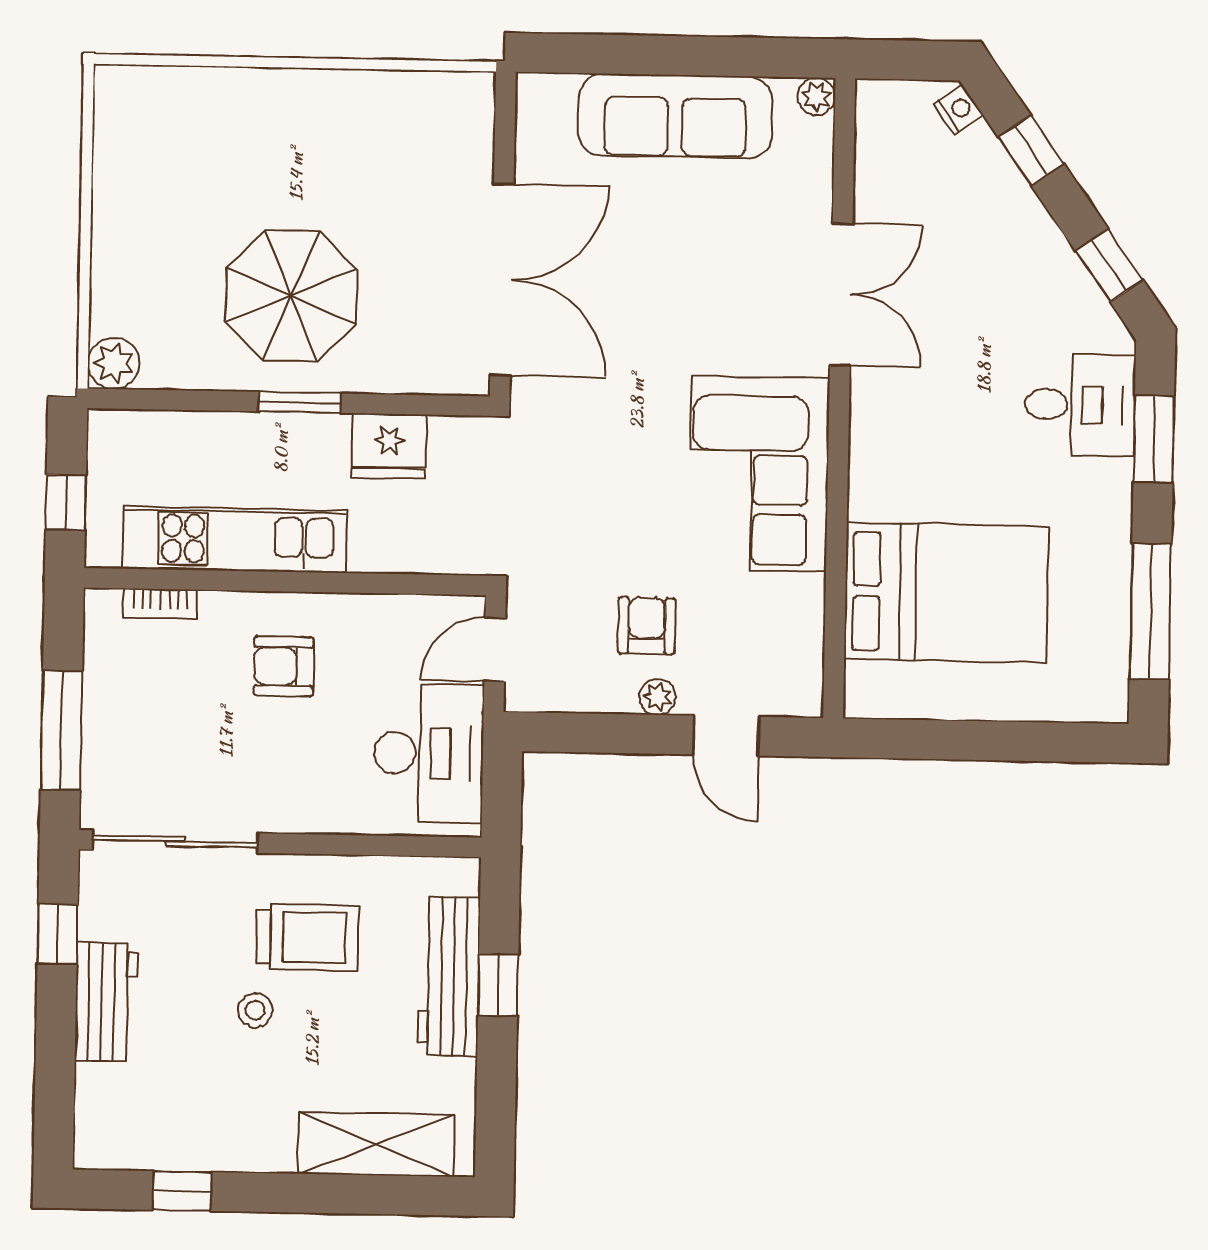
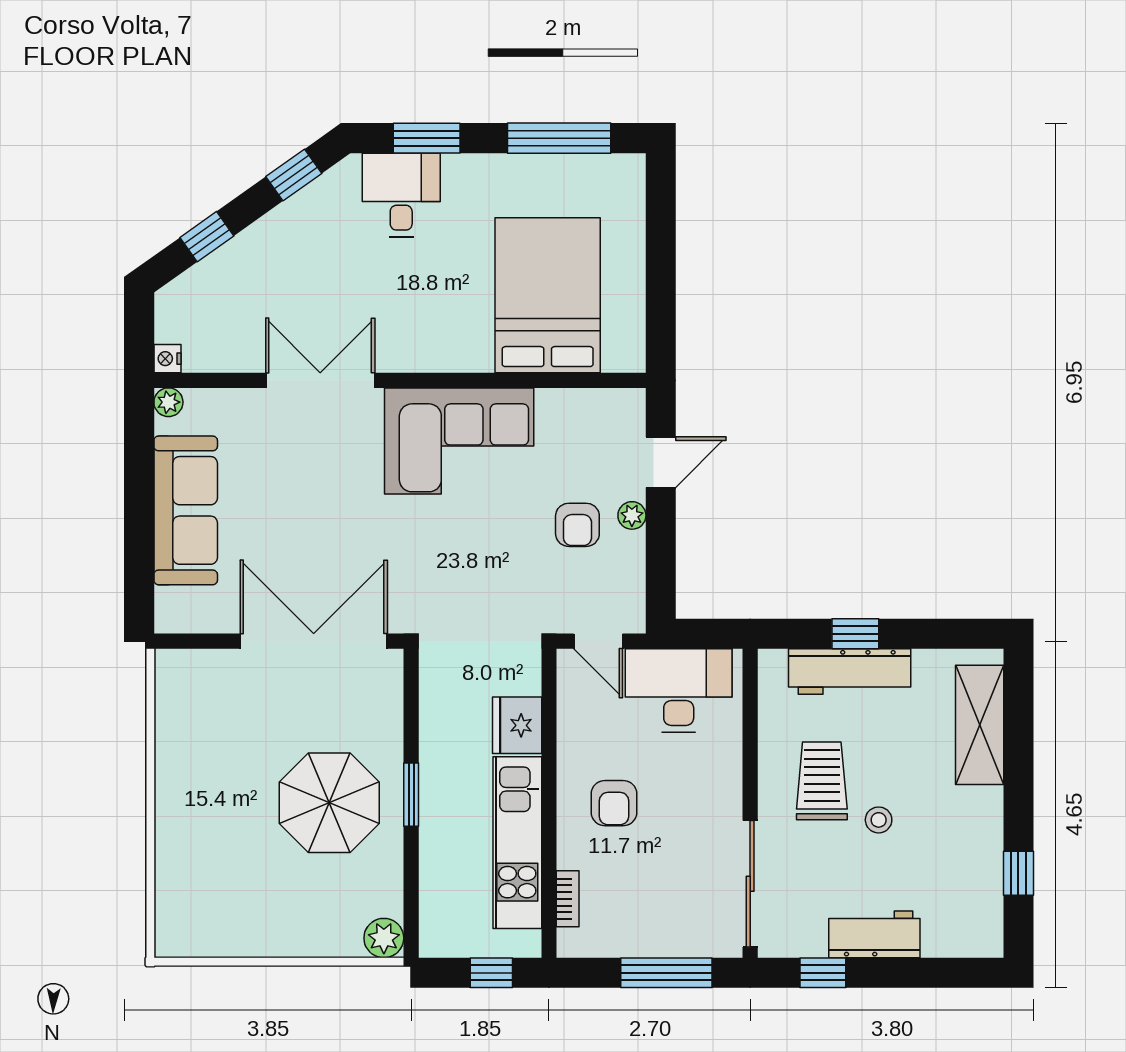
nightstand: (958, 109) -> (167, 359), moved, turned -55
fridge: (389, 446) -> (517, 725), moved, turned 180
armchair: (647, 626) -> (577, 525), turned -90

